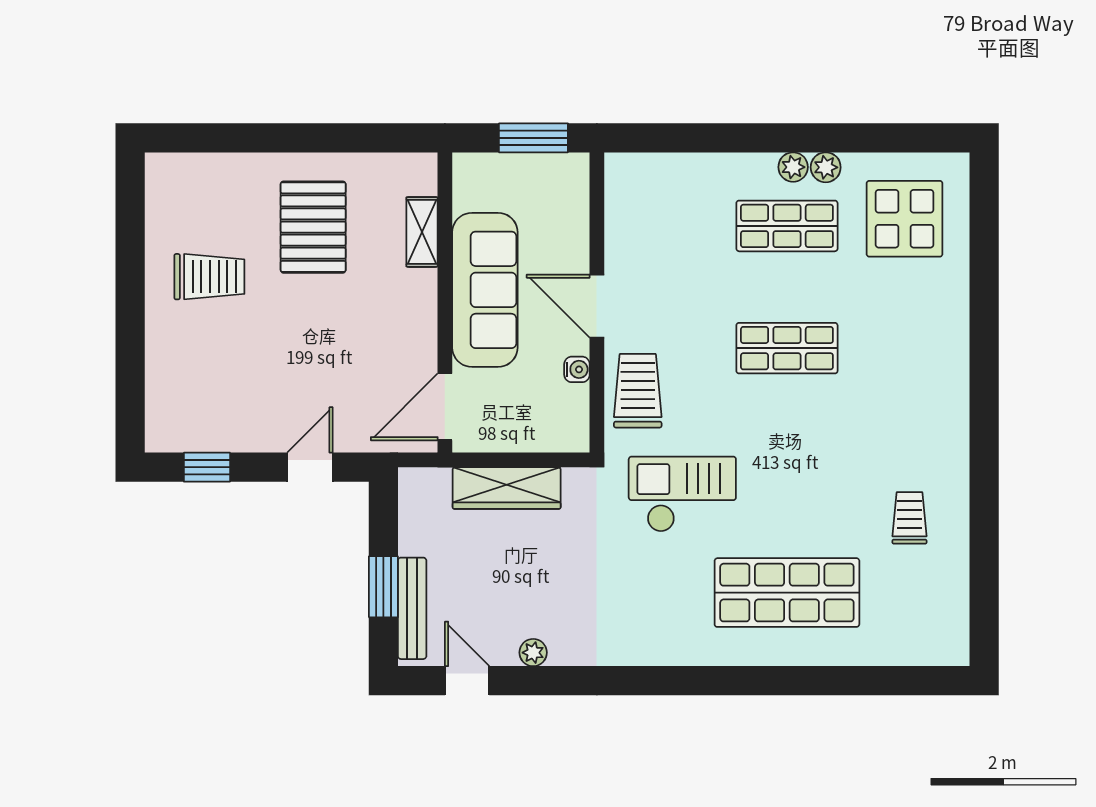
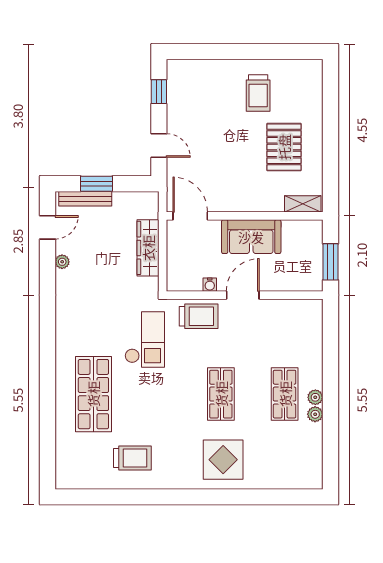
display table: (905, 219) -> (223, 460), moved
pallet: (313, 227) -> (284, 147), turned 90
shelving: (422, 232) -> (303, 204), moved
sofa: (485, 290) -> (251, 237), width x0.73
trolley: (909, 518) -> (132, 458), width x1.36, depth x1.39

